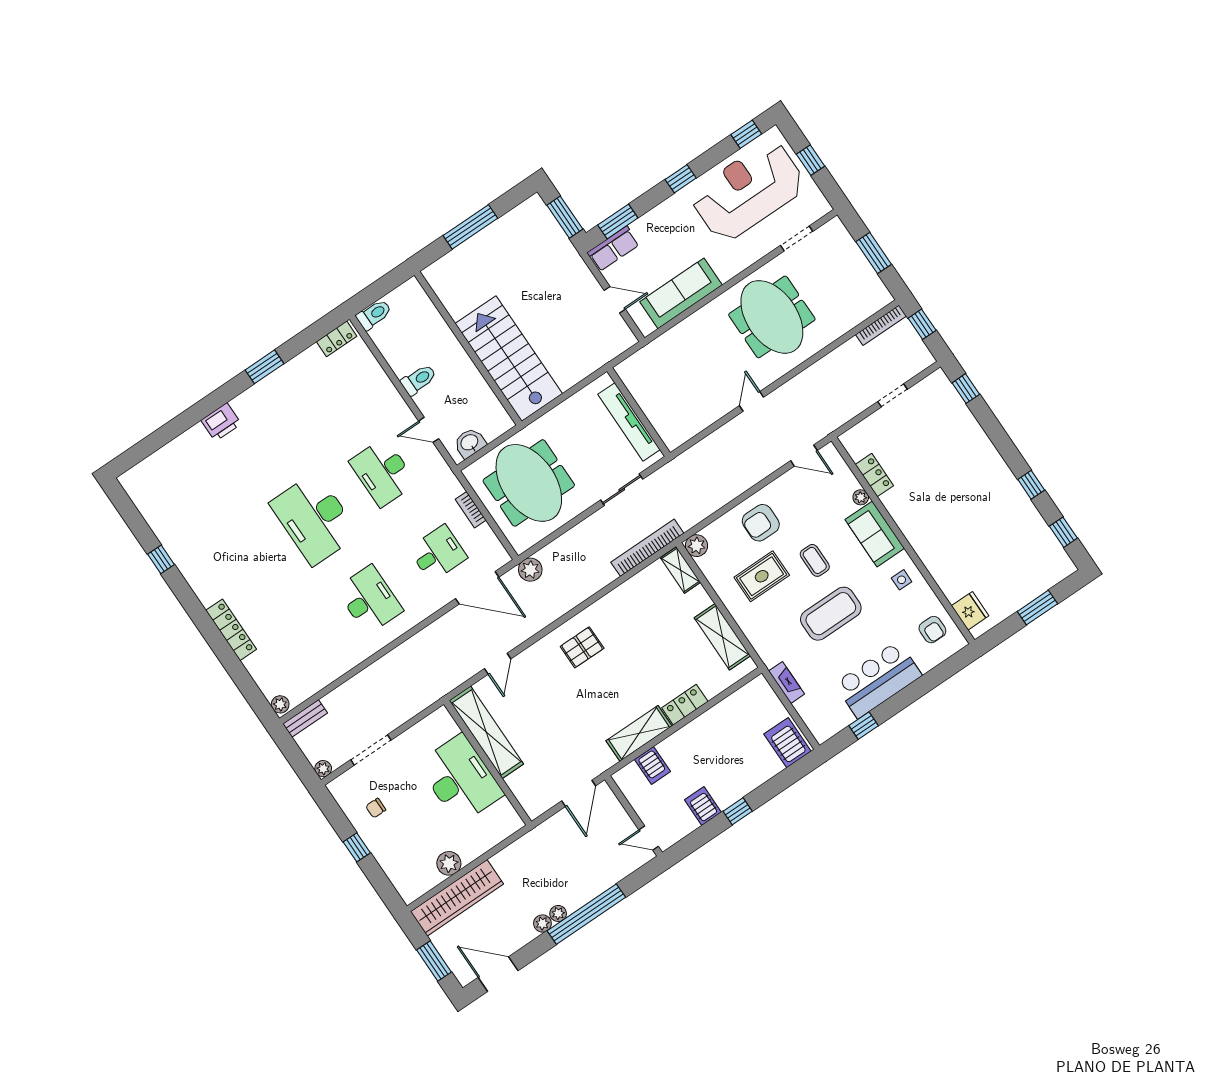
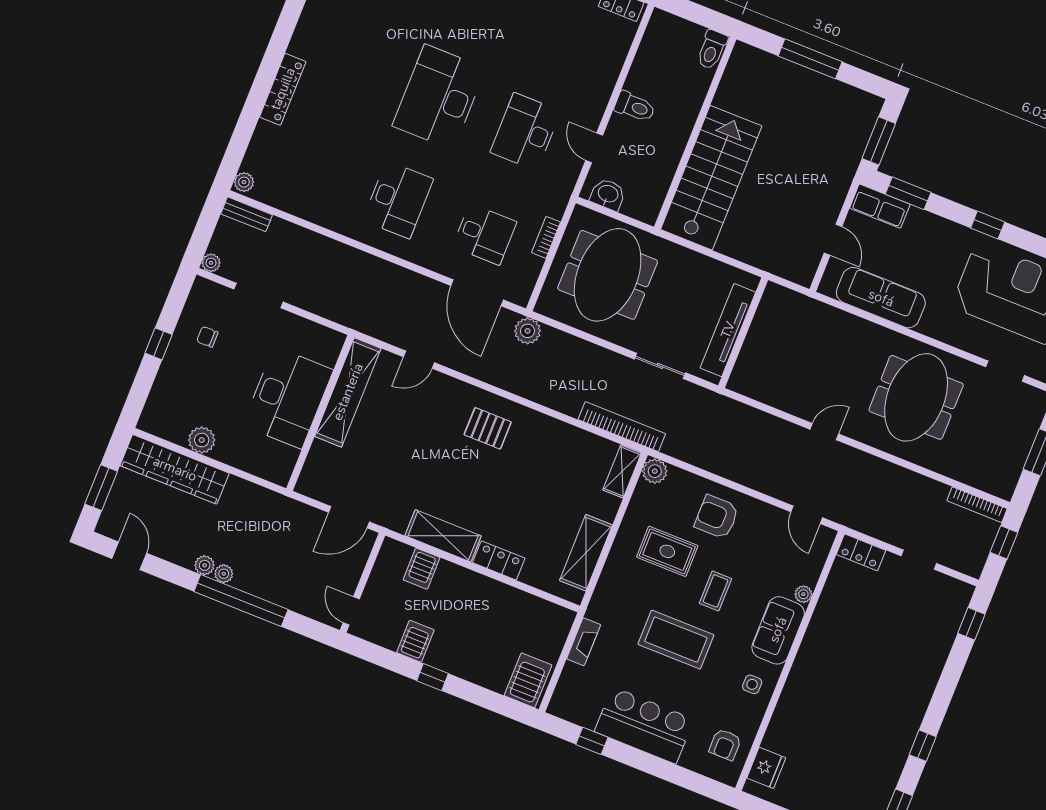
toilet: (374, 315) -> (712, 50), moved, turned 90
locker: (874, 475) -> (861, 552), moved, turned 90
door: (498, 974) -> (129, 556), width x0.73

